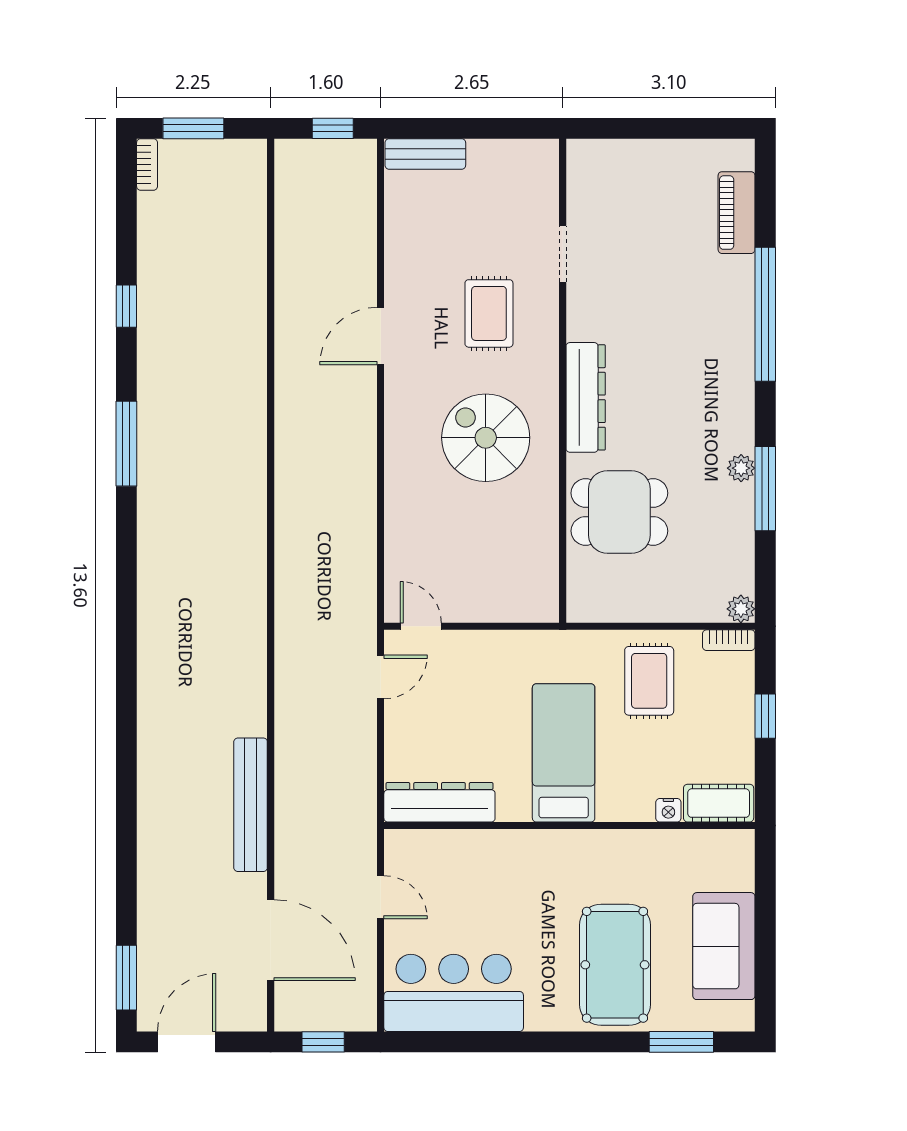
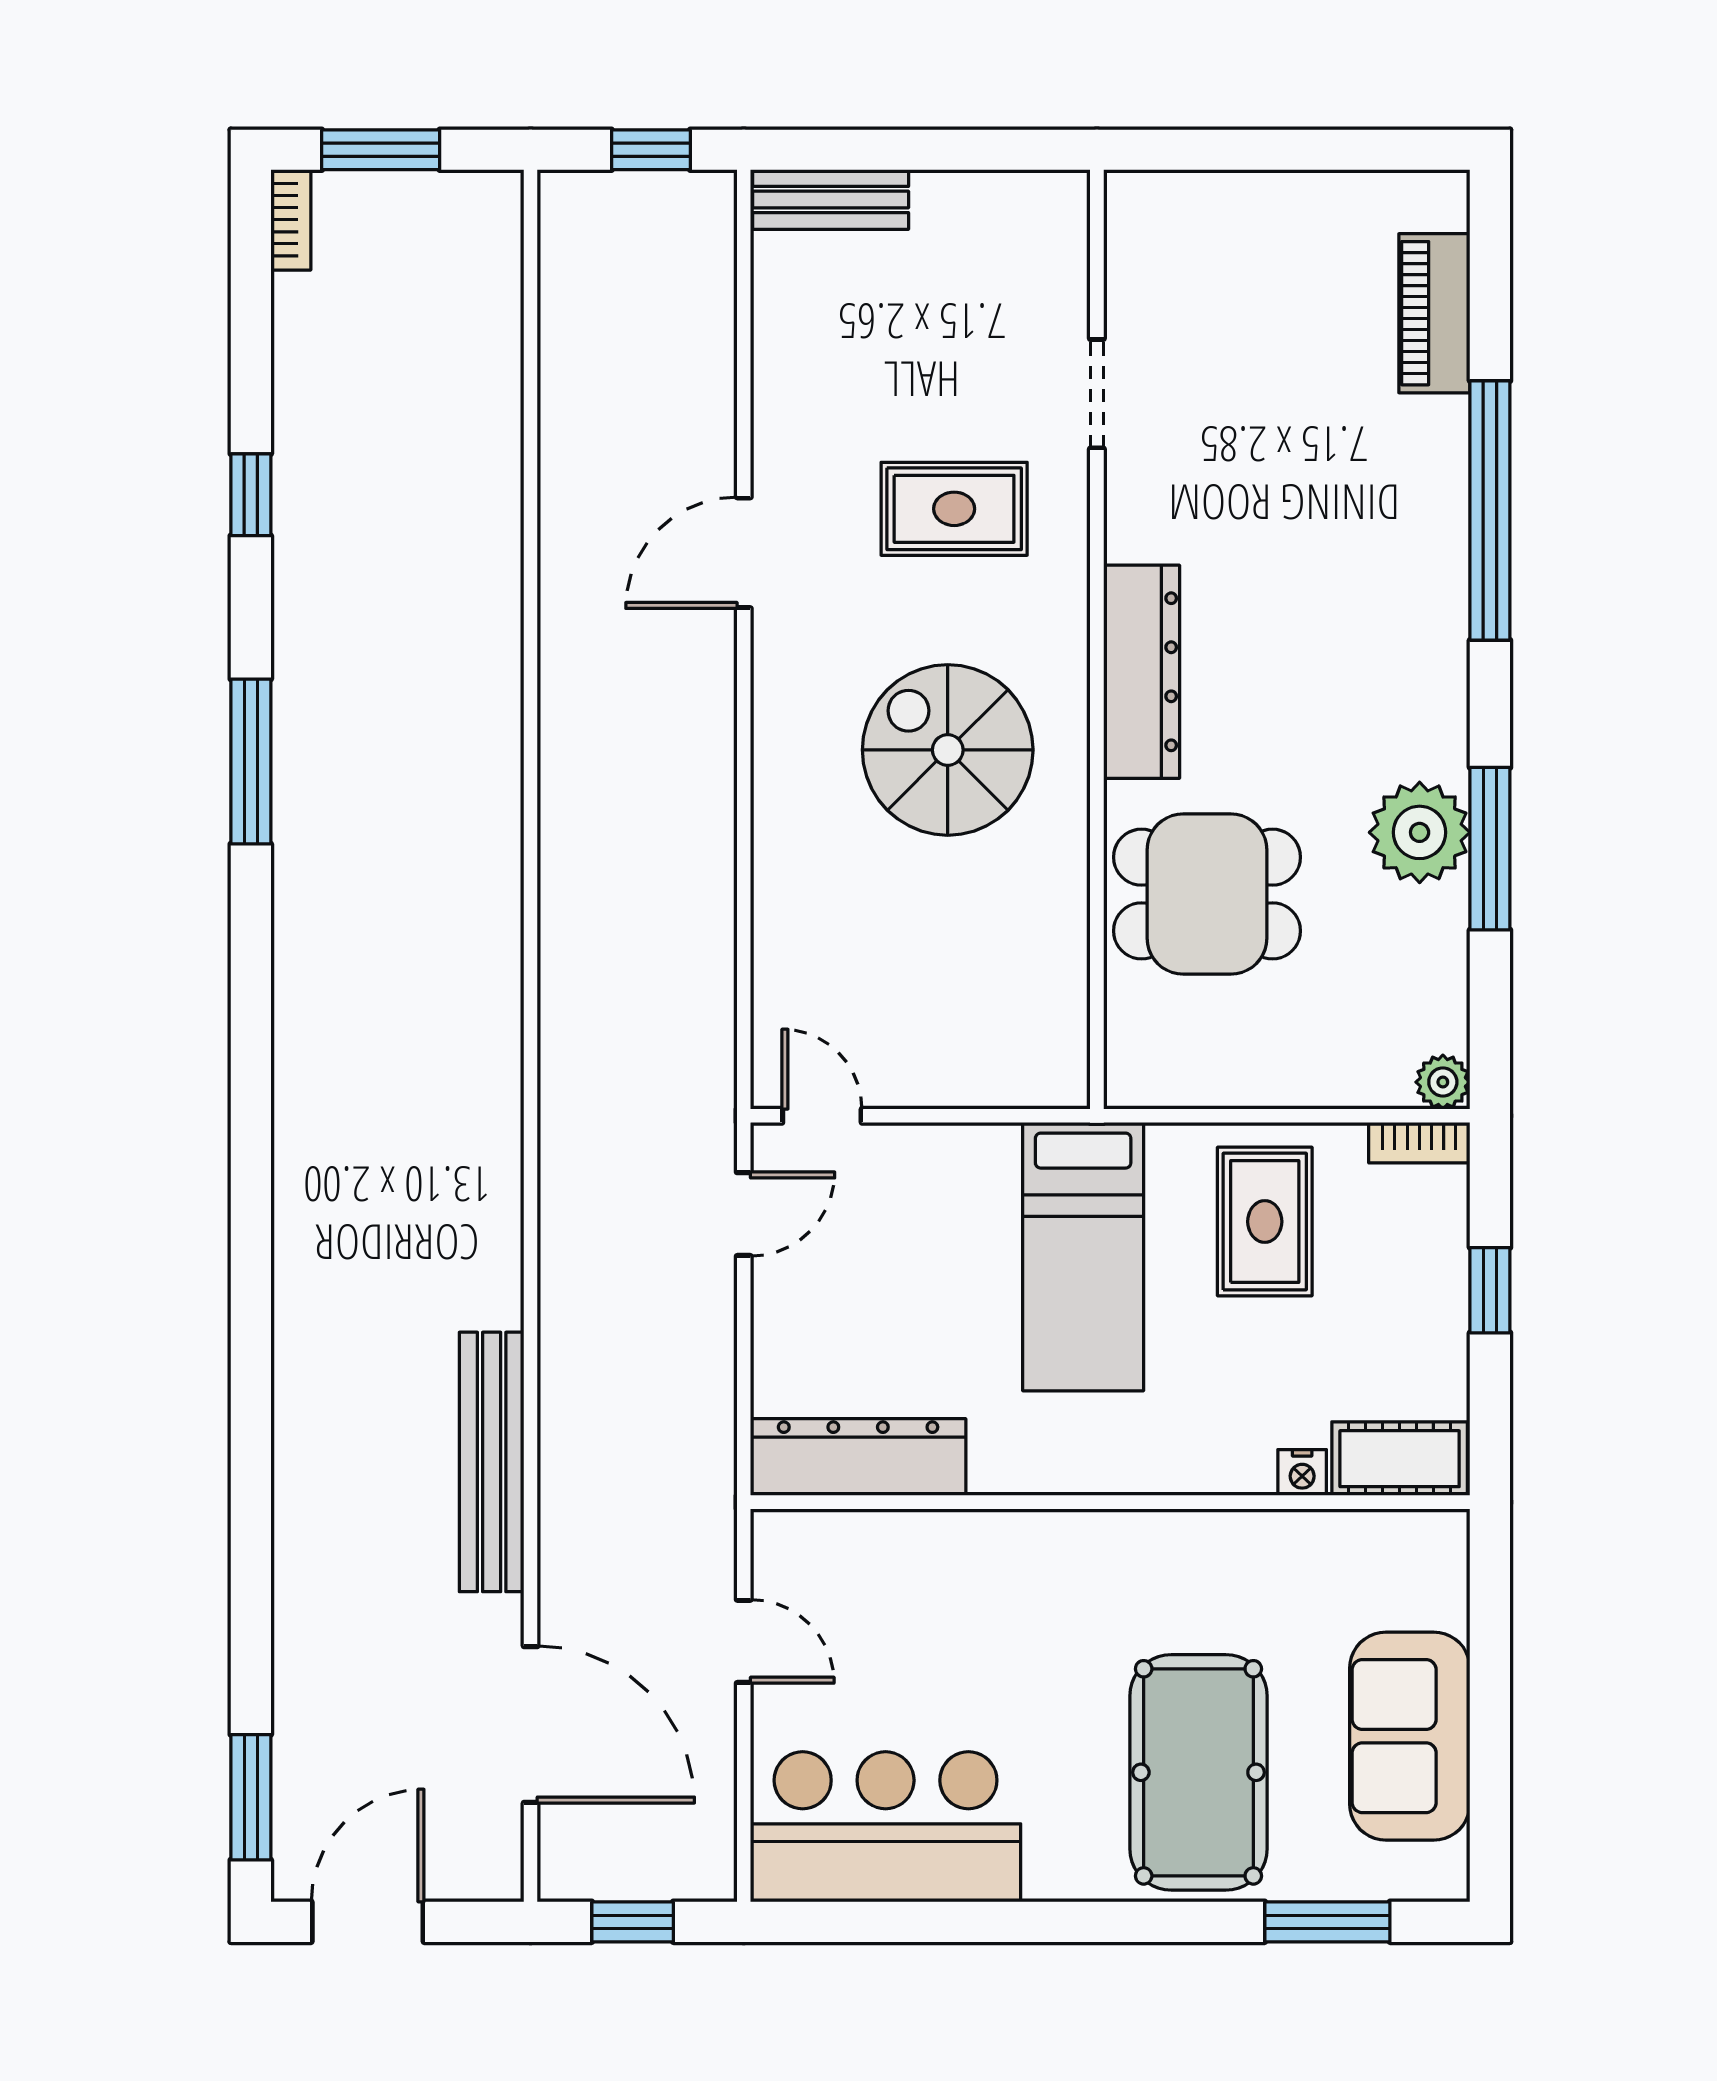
rug: (489, 313) -> (954, 509), turned 90
plant: (741, 468) -> (1420, 832), width x1.88, depth x1.88
bed: (564, 753) -> (1083, 1257), moved, turned 180

